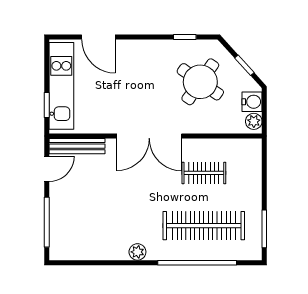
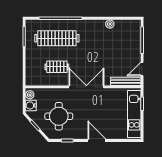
door: (98, 37) -> (97, 140), moved
round table: (200, 82) -> (59, 116), turned -35
plant: (137, 252) -> (110, 24), moved

